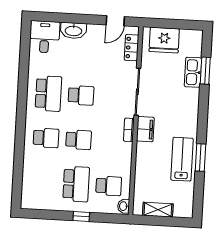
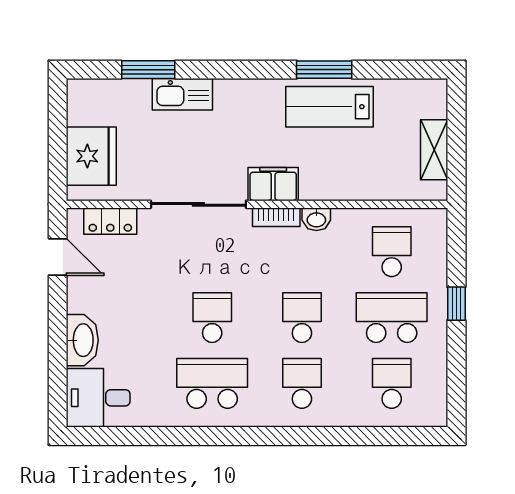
kitchen sink: (193, 72) -> (182, 94), moved
school desk: (44, 182) -> (392, 383), added
washbasin: (124, 206) -> (316, 219), moved

